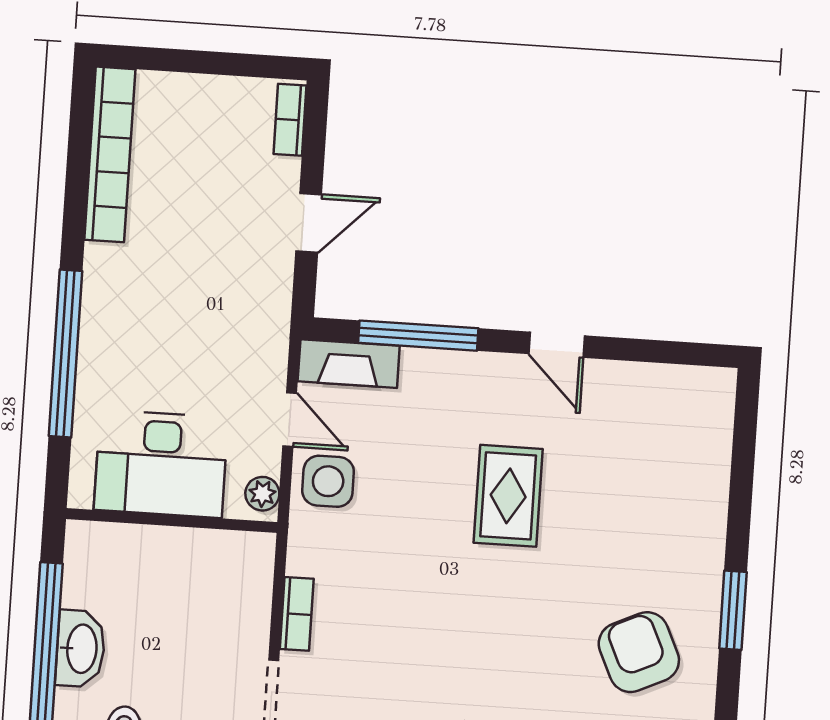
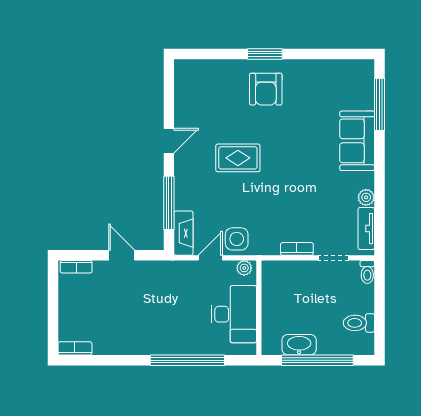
bookcase: (110, 154) -> (75, 348), width x0.43, depth x0.76
window: (733, 610) -> (265, 54), moved
washbasin: (81, 649) -> (299, 345), moved
armchair: (639, 652) -> (266, 89), moved, turned -65

